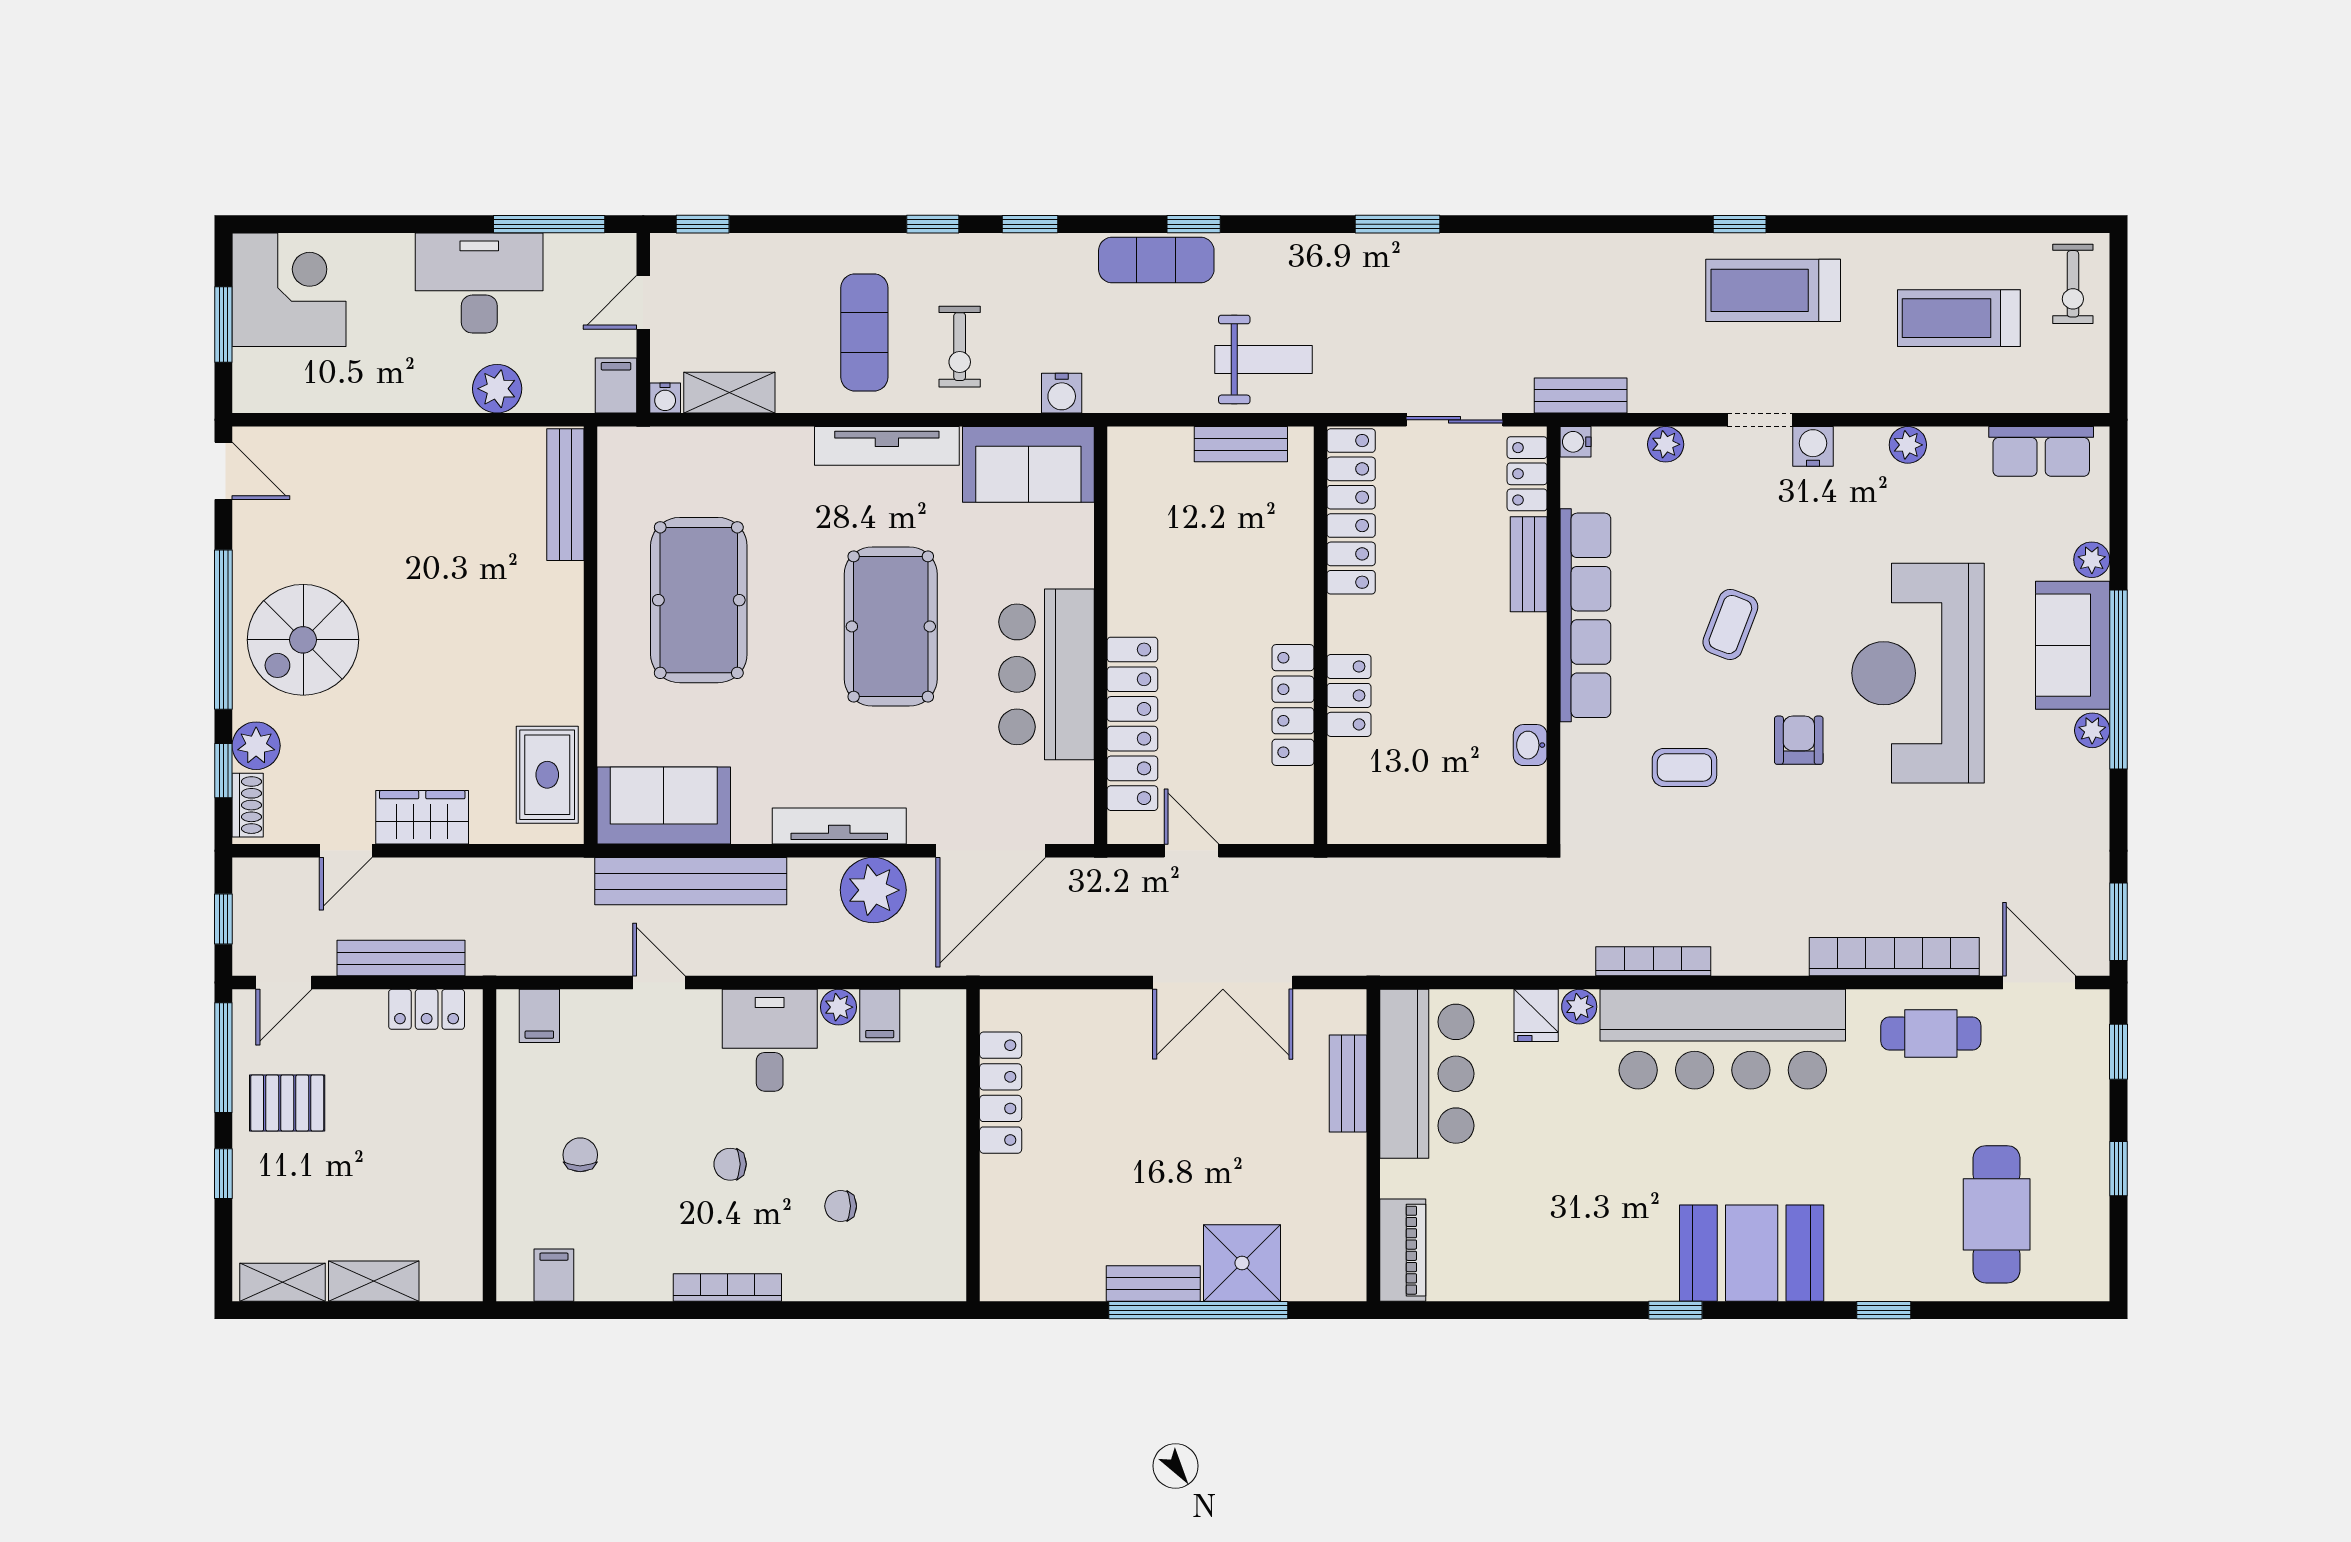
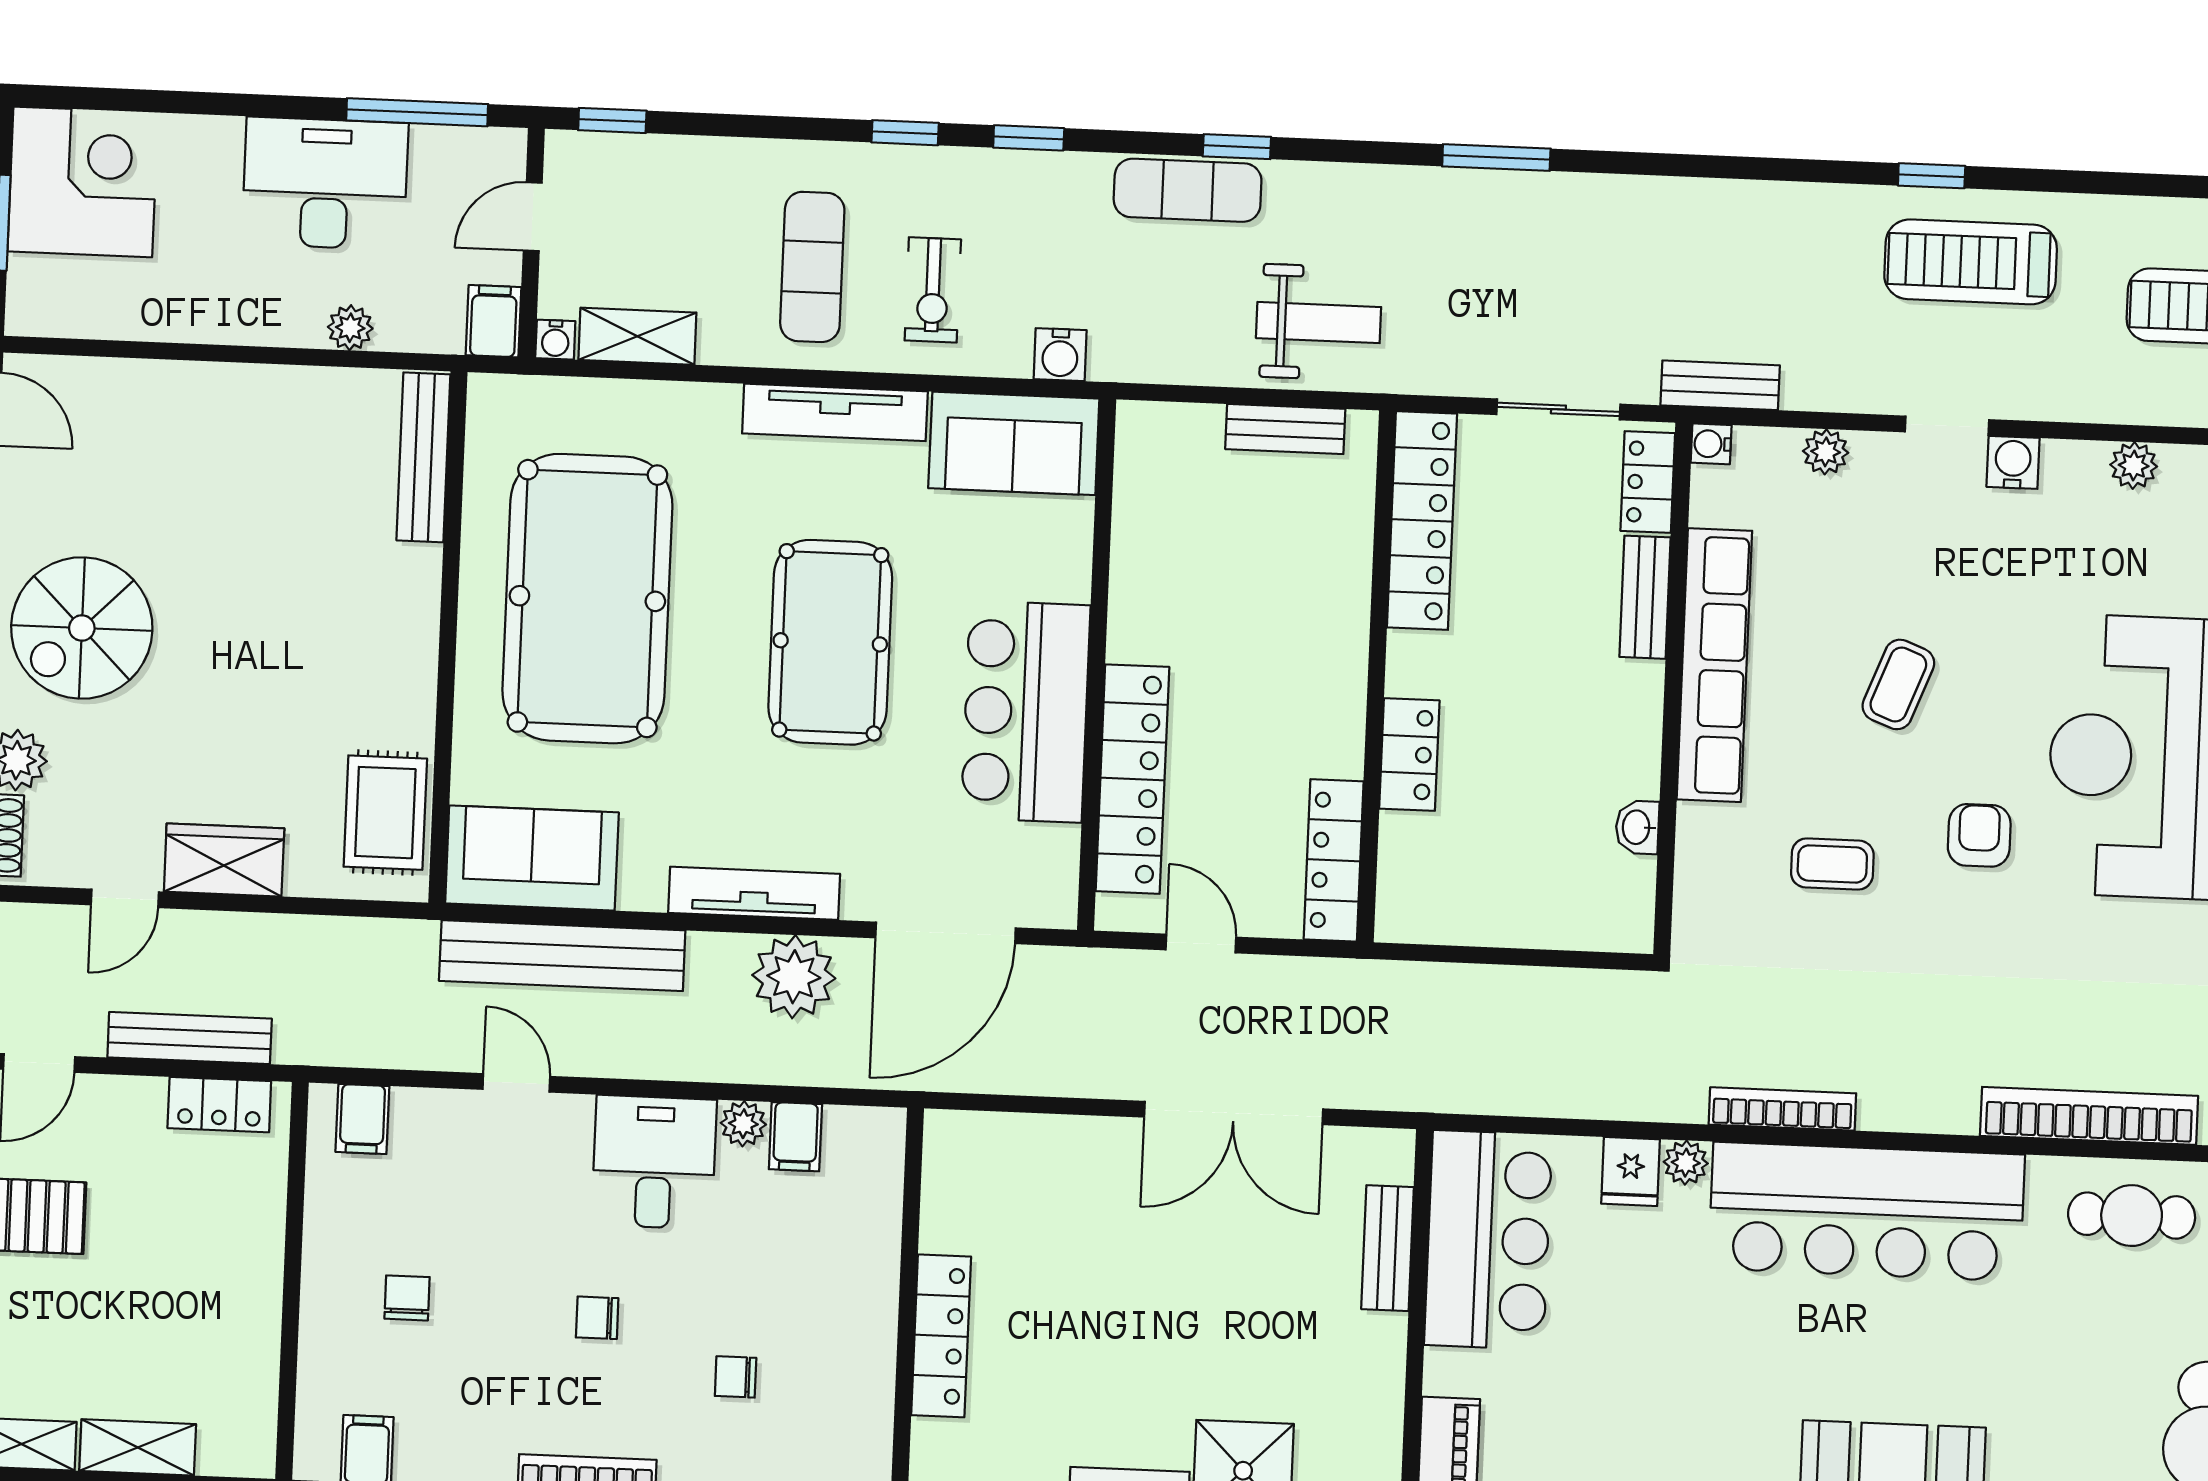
plant: (497, 389) -> (350, 328), width x0.73, depth x0.73
pool table: (699, 600) -> (587, 599), width x1.36, depth x1.32
locker: (1293, 705) -> (1334, 860), moved
locker: (1001, 1093) -> (941, 1336), moved

